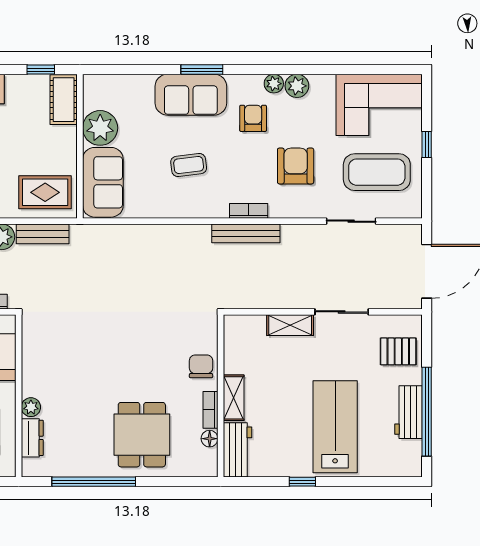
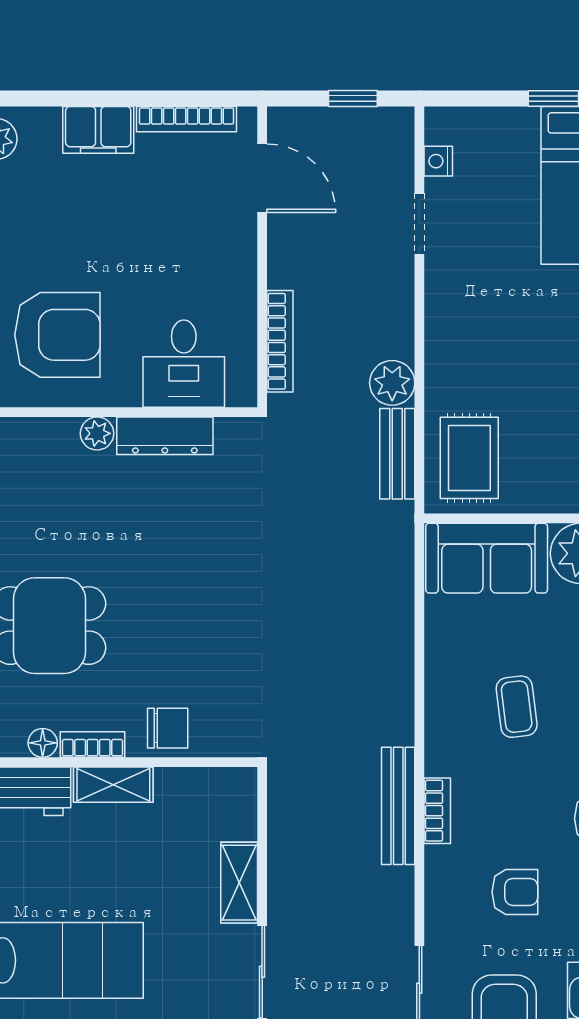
armchair: (296, 166) -> (515, 892), width x0.72, depth x0.72
dresser: (32, 438) -> (165, 436), moved, width x1.44

